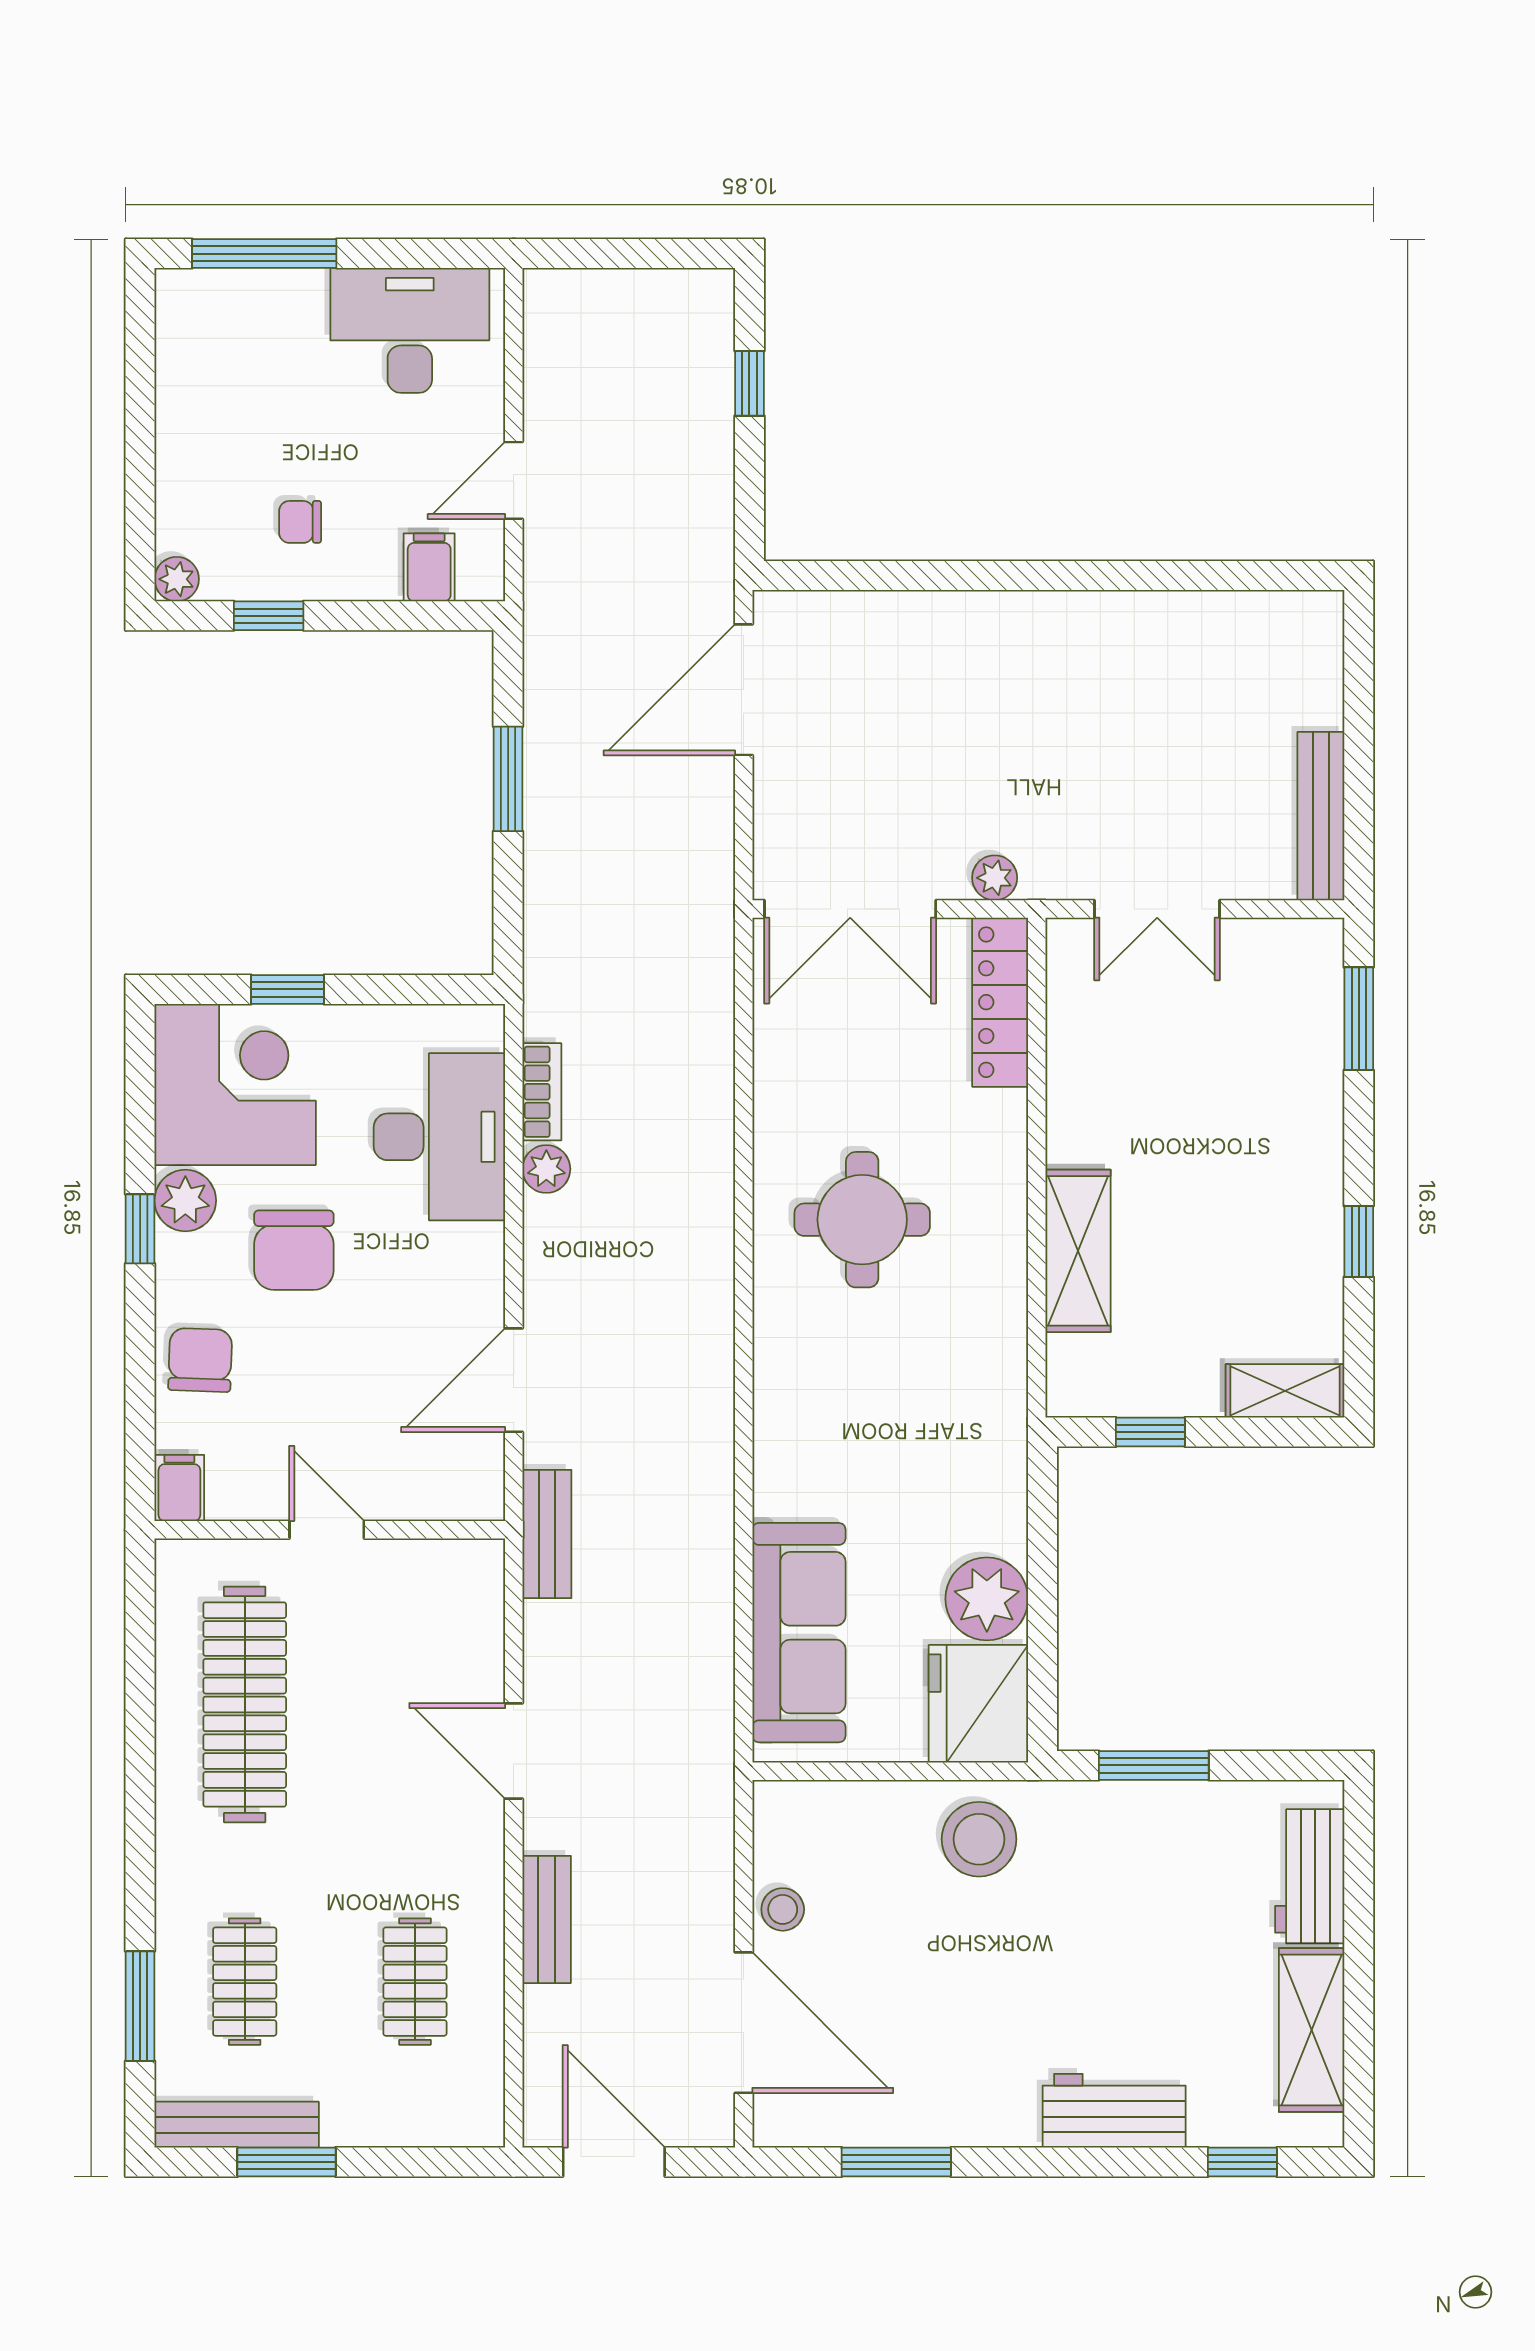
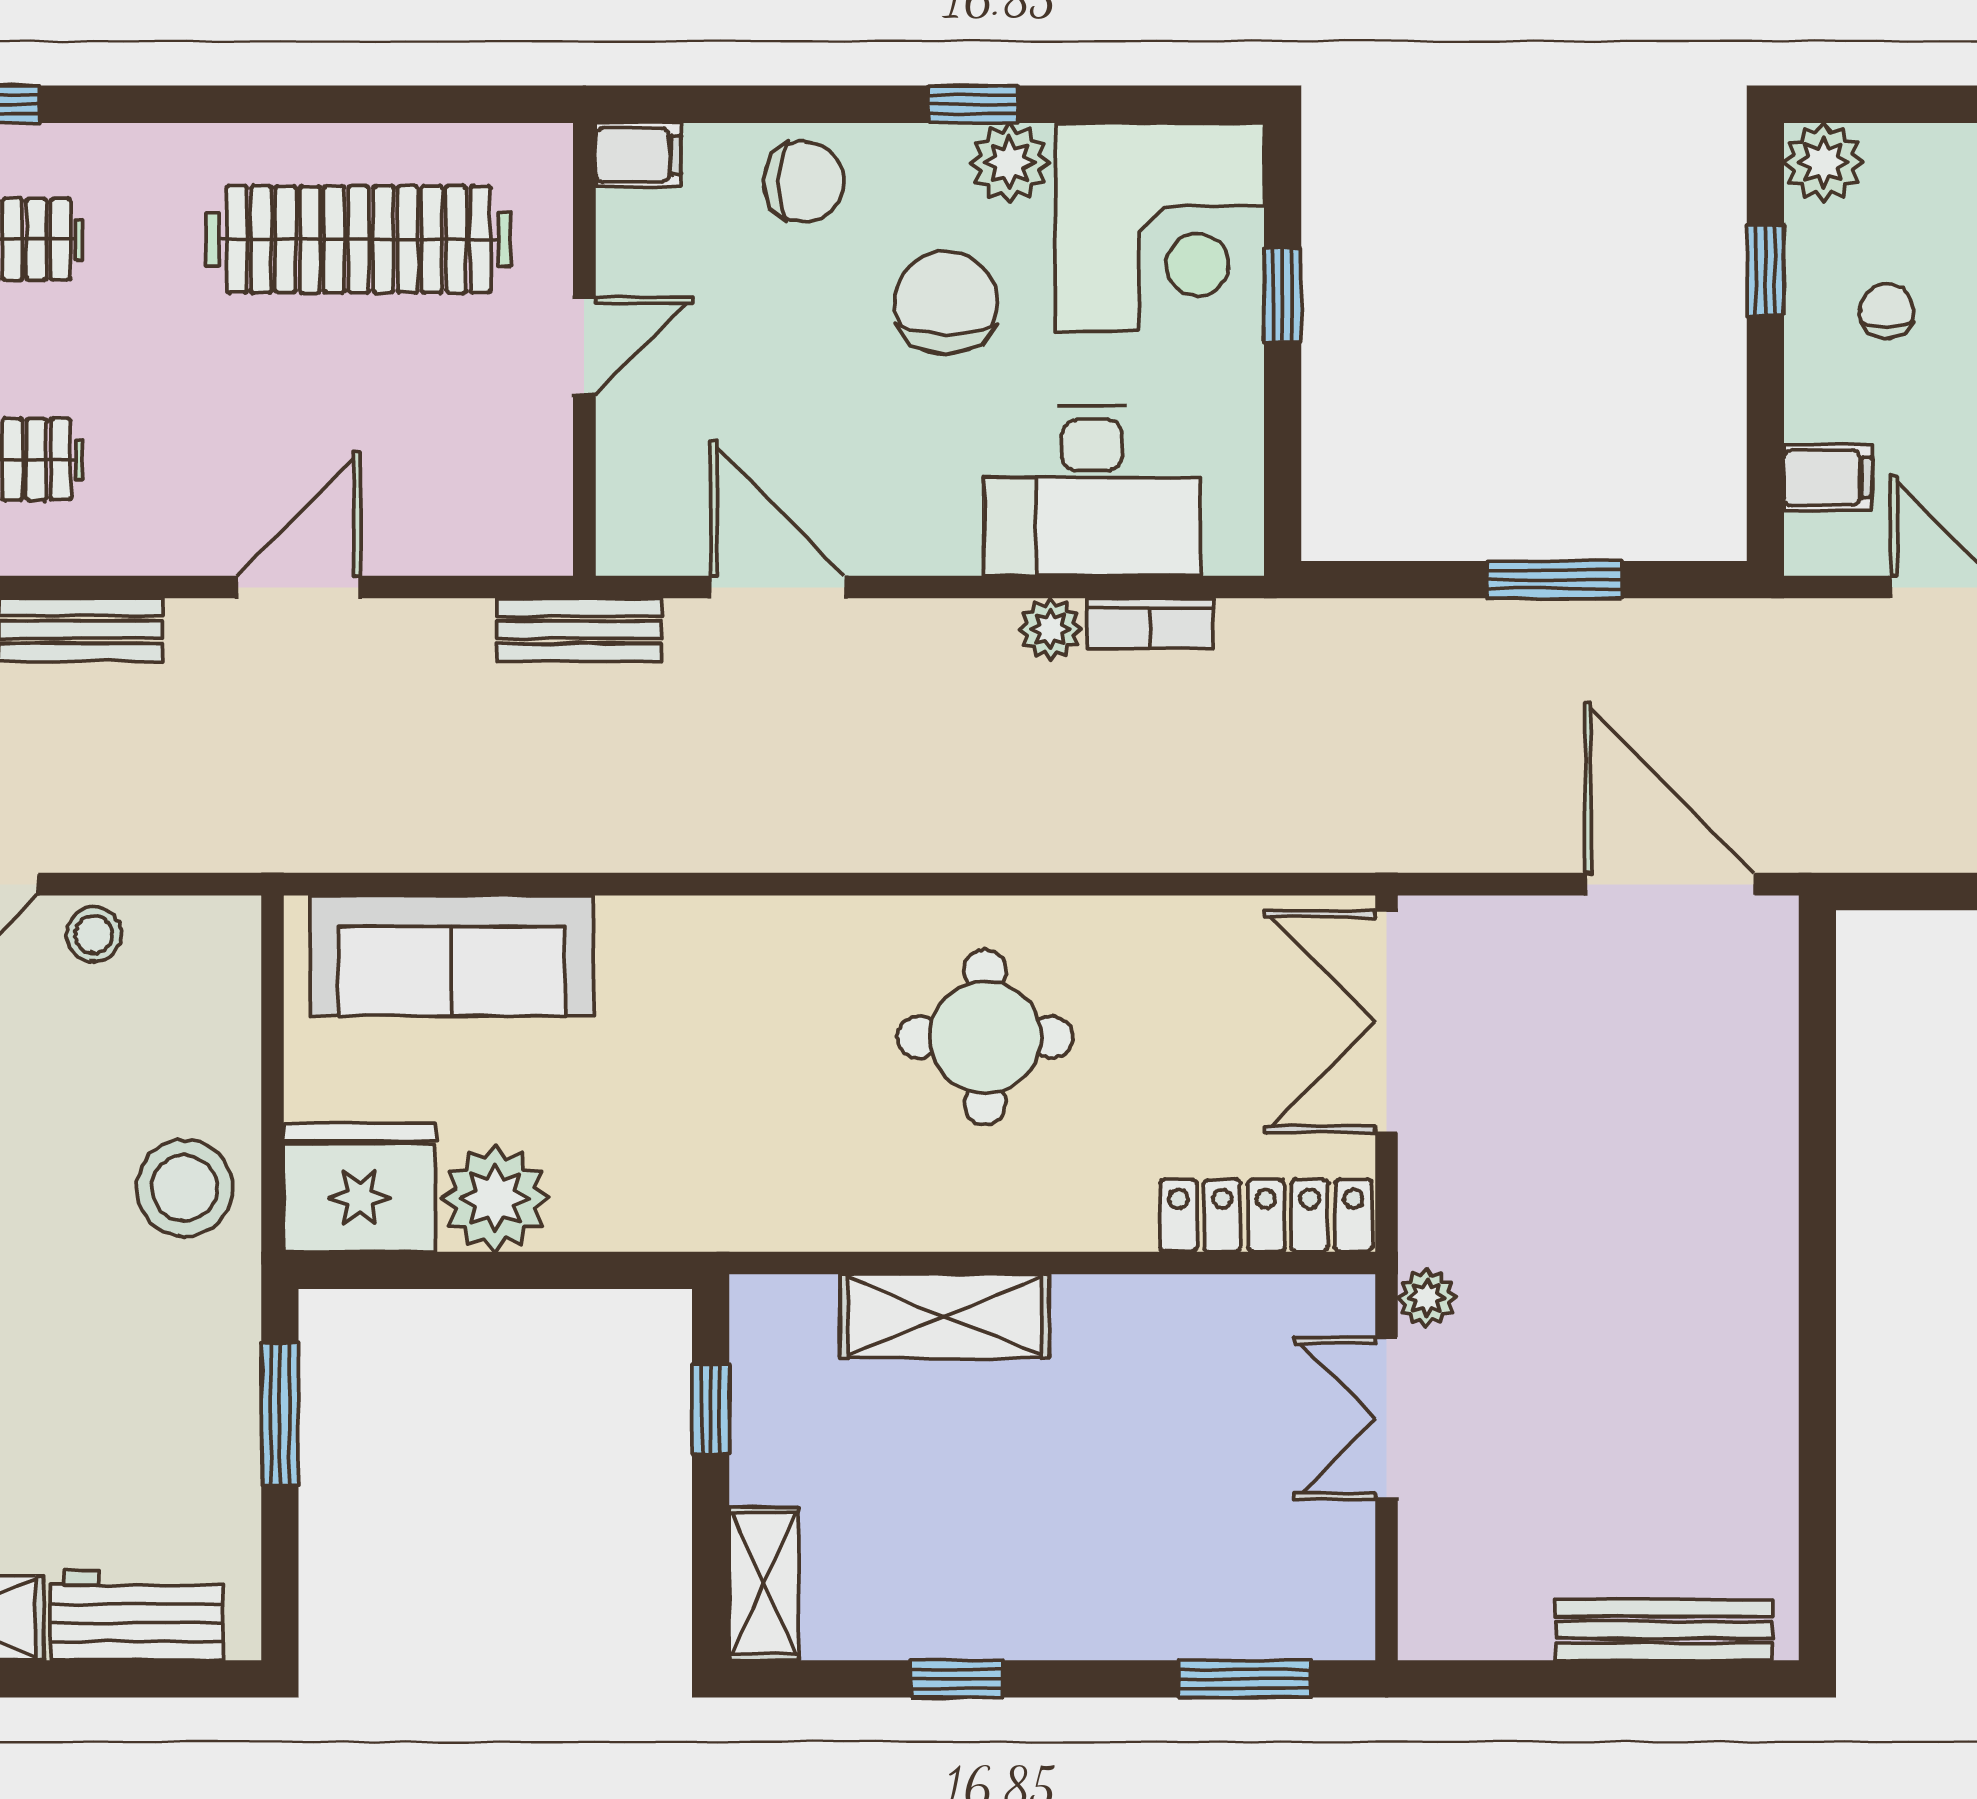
plant: (177, 579) -> (1823, 162), width x1.38, depth x1.38
bench: (1321, 816) -> (1664, 1630), moved
plant: (995, 878) -> (1427, 1298), moved
chair: (294, 1250) -> (946, 303), turned 90

